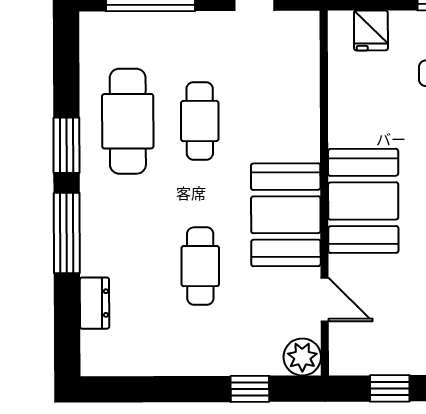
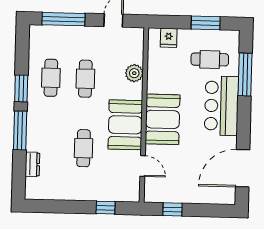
cafe table: (128, 121) -> (51, 78), width x0.73, depth x0.74
plant: (302, 357) -> (134, 73), moved

